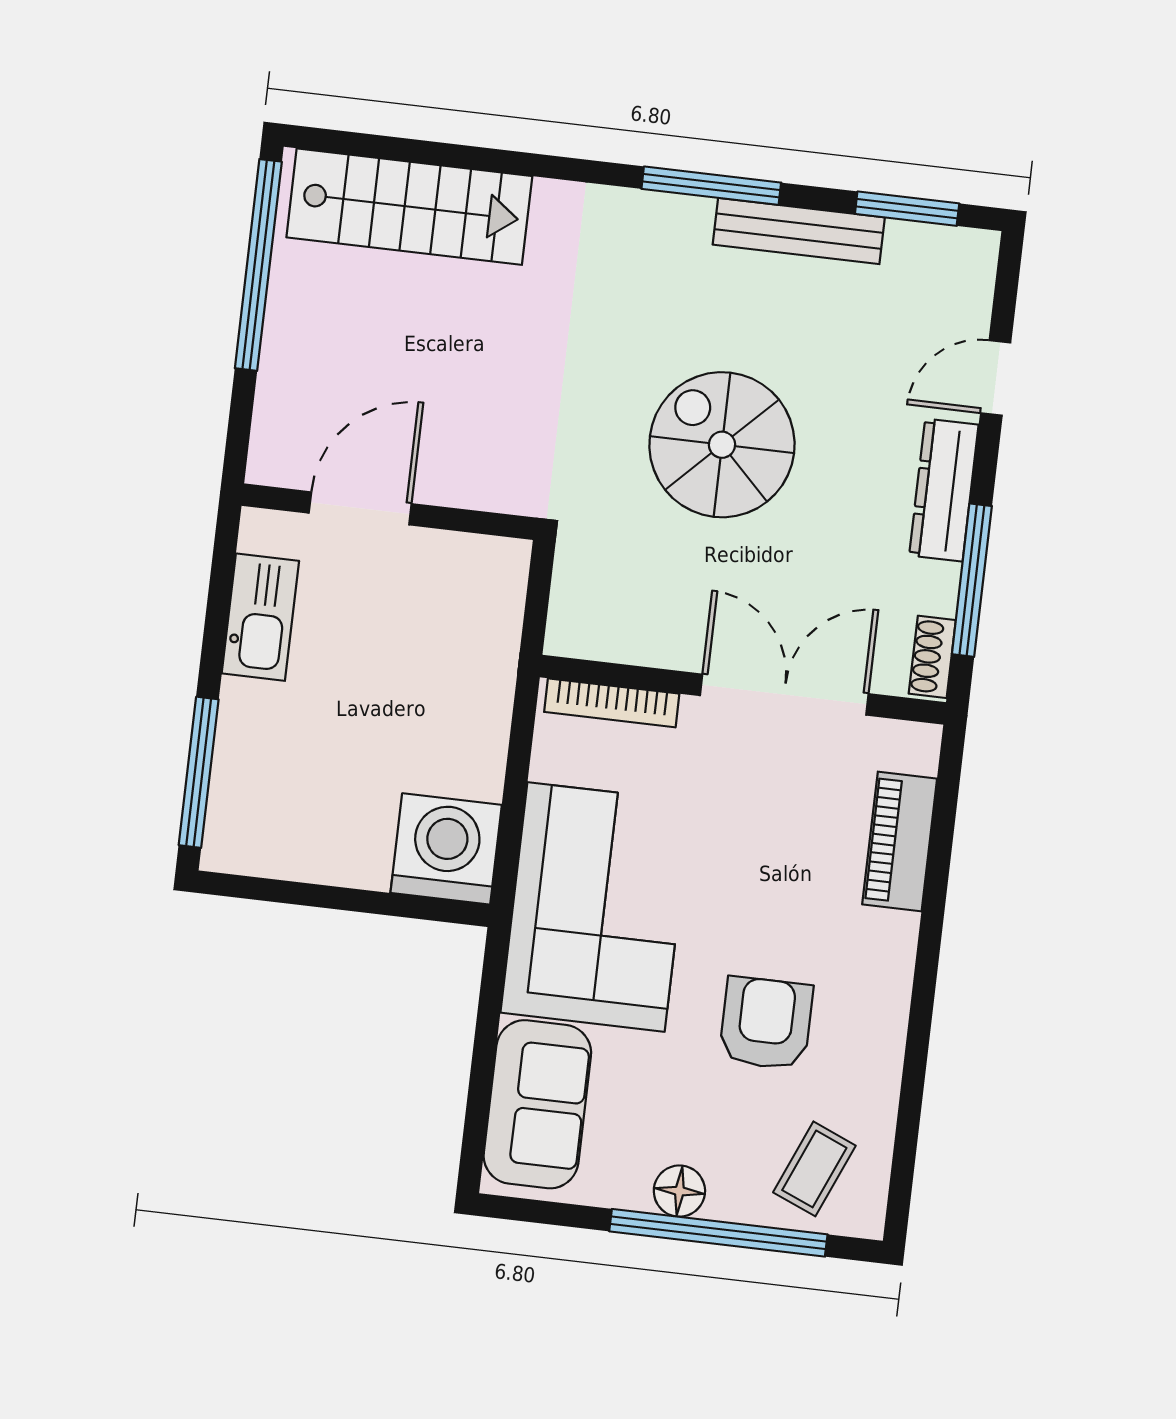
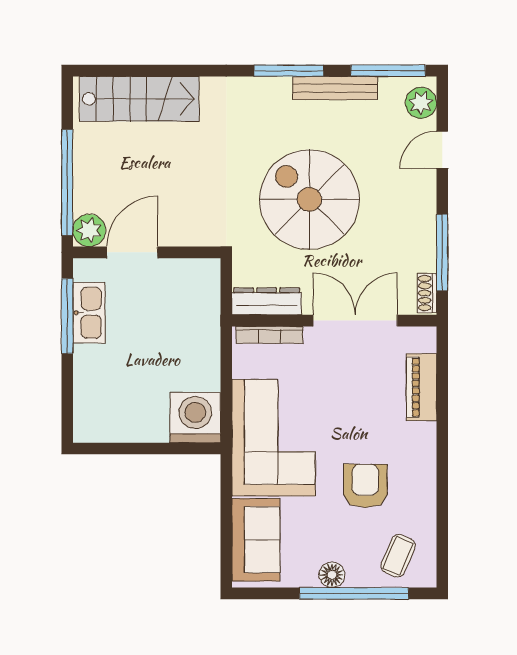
window: (907, 209) -> (388, 71), width x1.44
window: (258, 265) -> (67, 182), moved
plant: (964, 280) -> (421, 103), added
spiral stairs: (722, 445) -> (309, 199), width x1.37, depth x1.37
plant: (280, 455) -> (89, 230), added
dresser: (944, 490) -> (267, 301), moved, turned 90
window: (199, 772) -> (67, 316), moved

